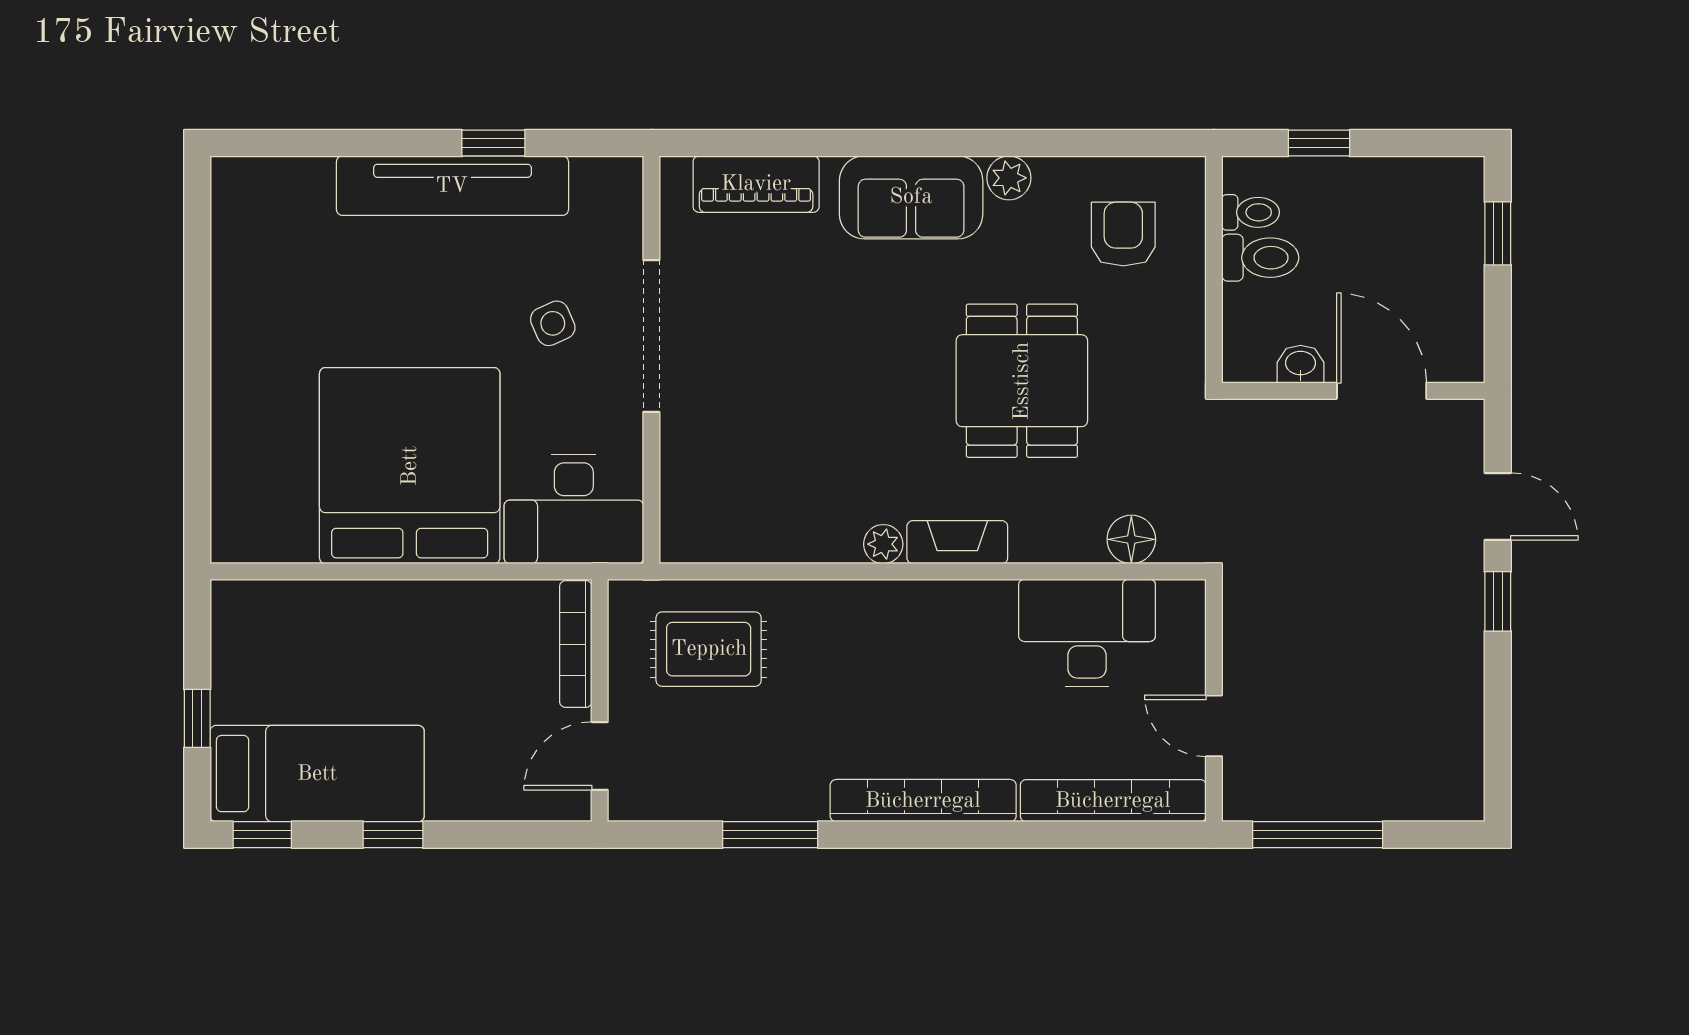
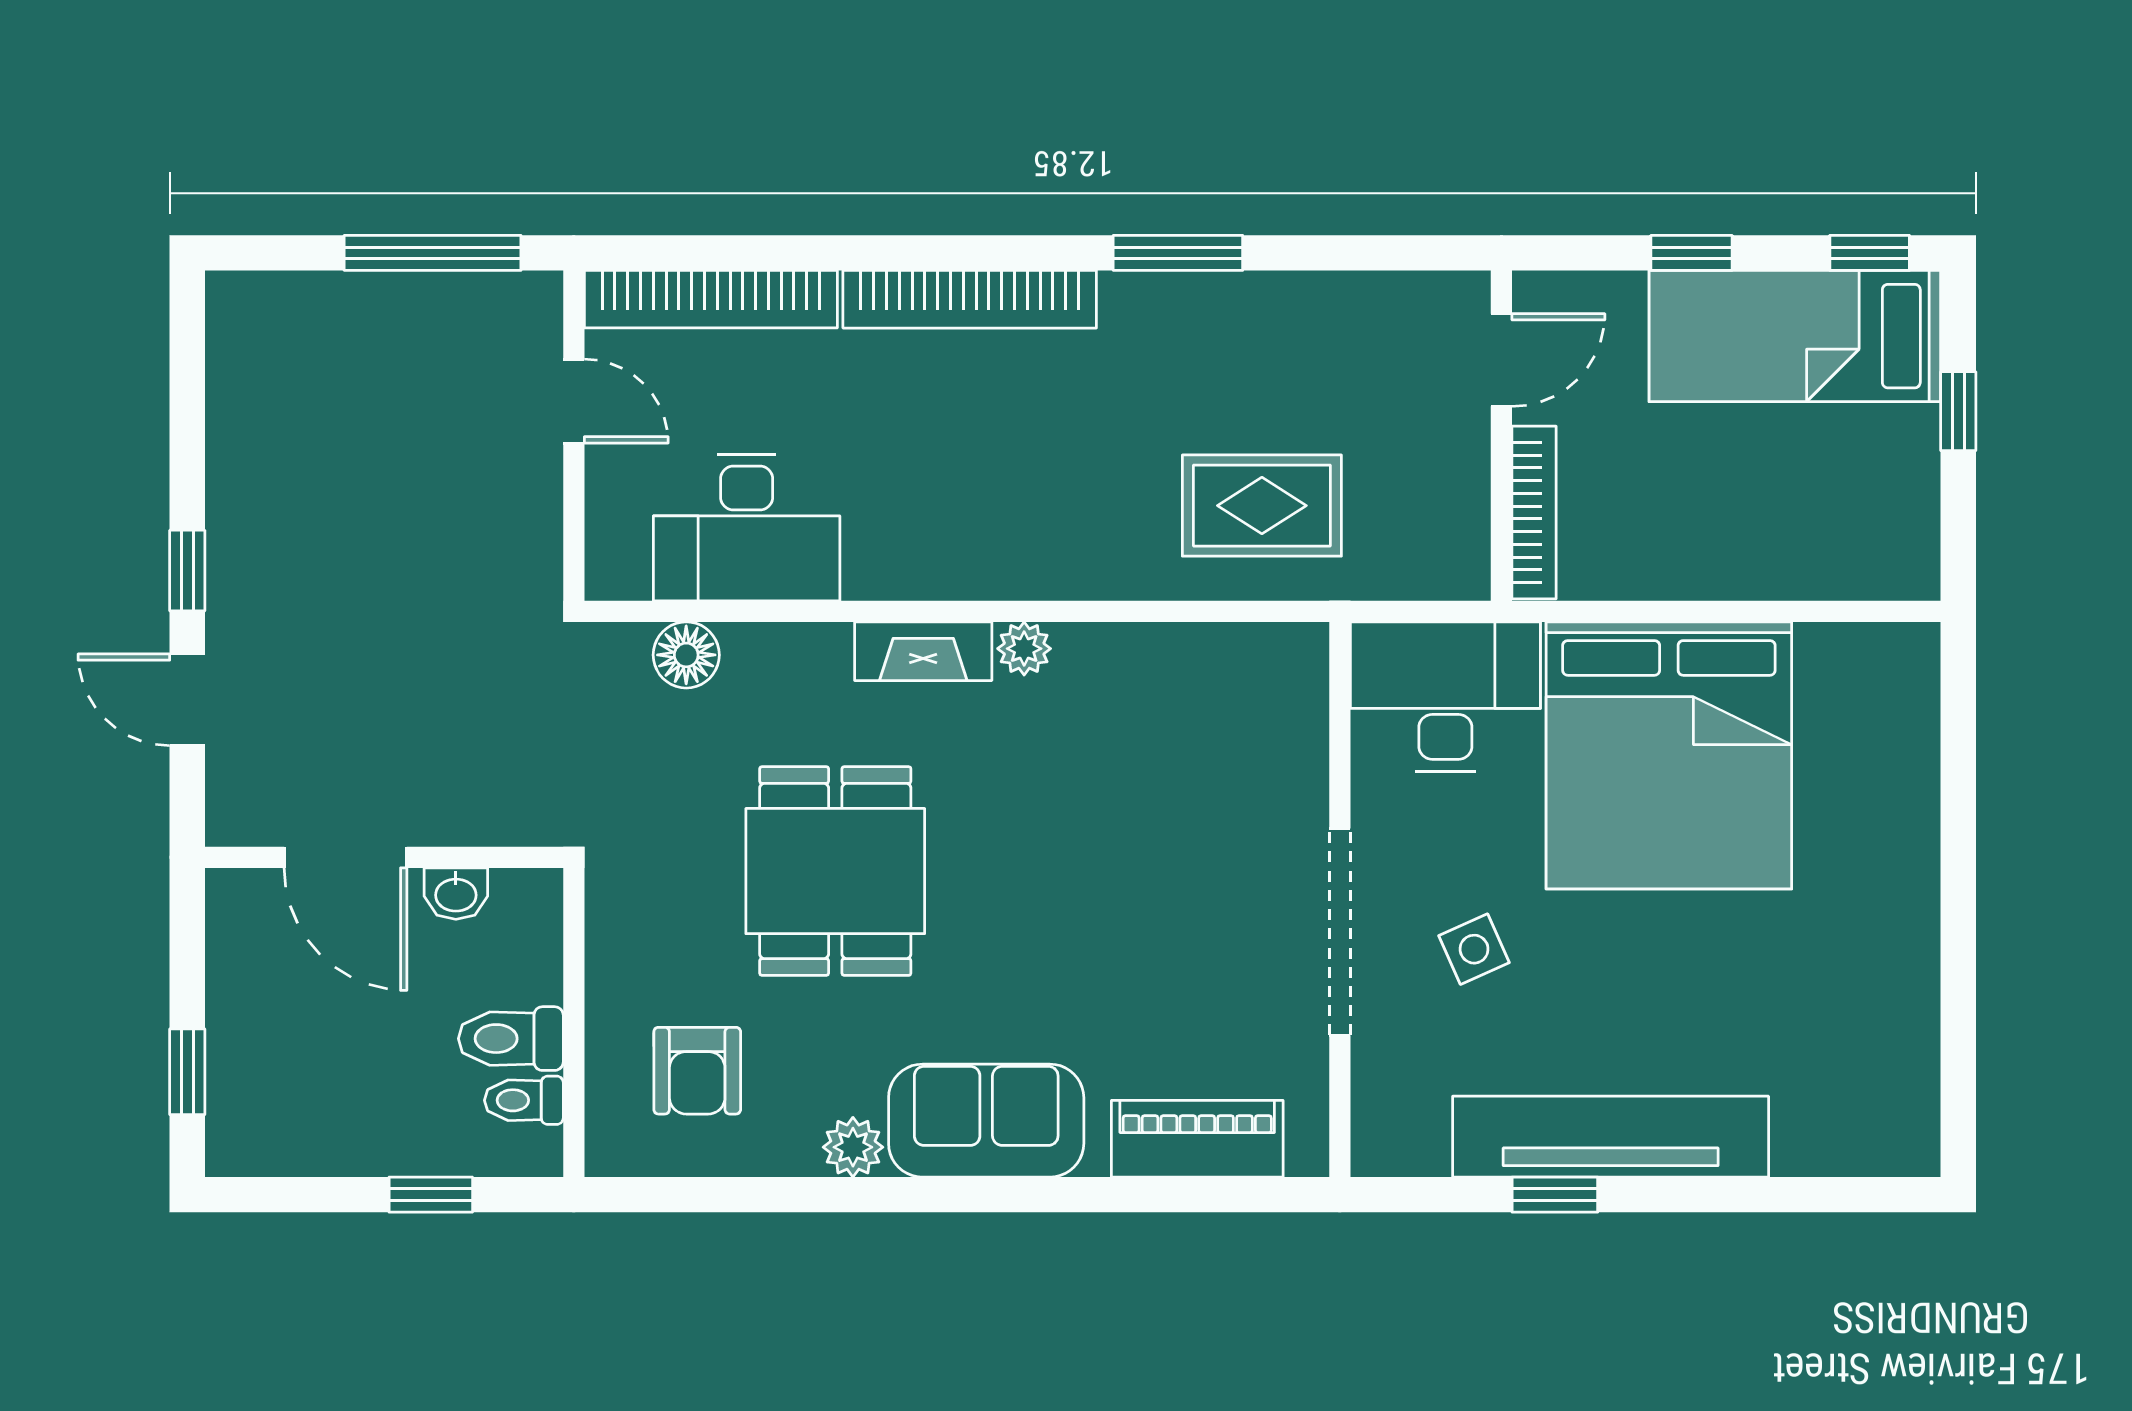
bookcase: (576, 644) -> (1534, 512), moved
wall: (600, 700) -> (1501, 436), moved
door: (600, 756) -> (1501, 360), moved

